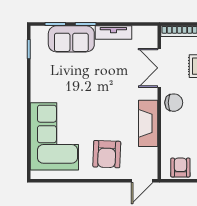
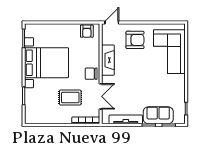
tv unit: (113, 33) -> (126, 119), width x1.41
armchair: (107, 154) -> (135, 40), turned 88

